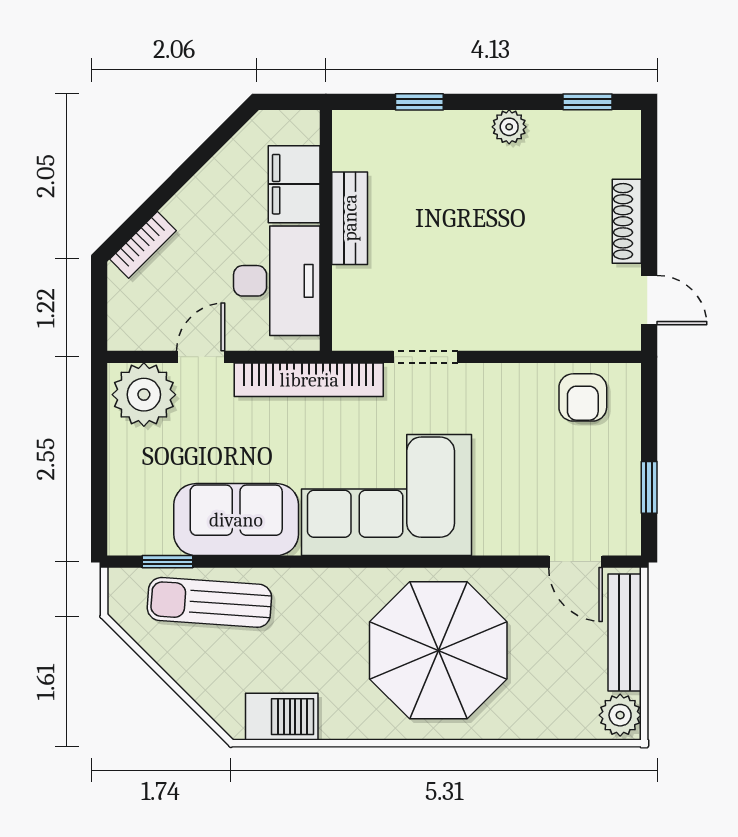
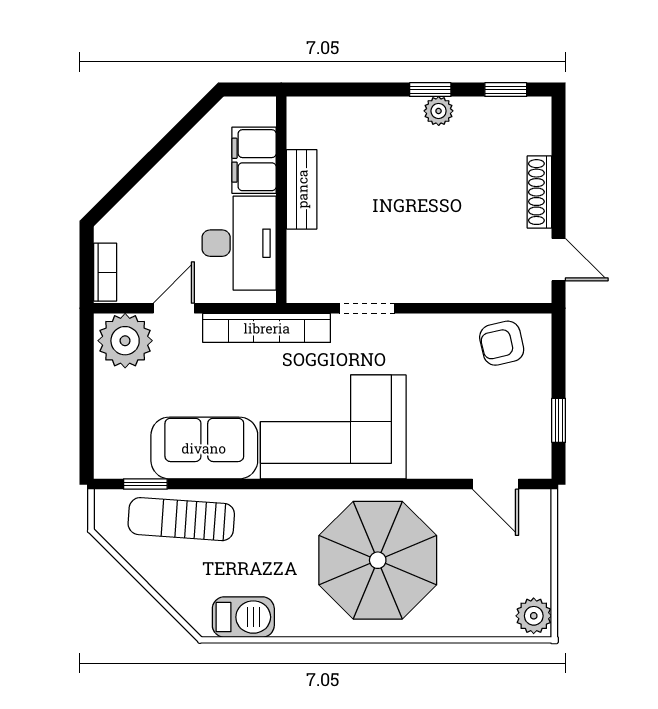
window: (419, 102) -> (430, 90), moved
bookcase: (143, 245) -> (105, 272), moved, turned -45
armchair: (583, 397) -> (502, 343), turned 77
bench: (625, 632) -> (538, 545), removed

